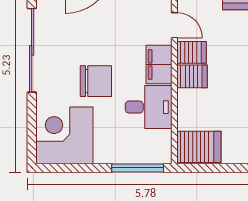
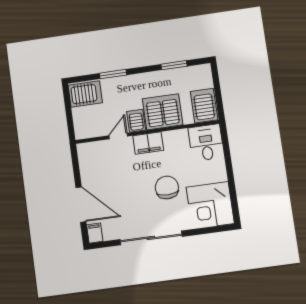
server rack: (192, 76) -> (163, 112), width x2.18, depth x1.44
desk: (149, 107) -> (206, 143), moved
window: (138, 168) -> (226, 148), removed

